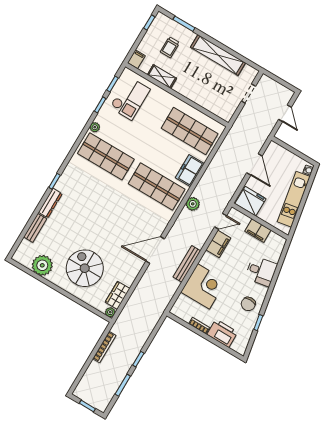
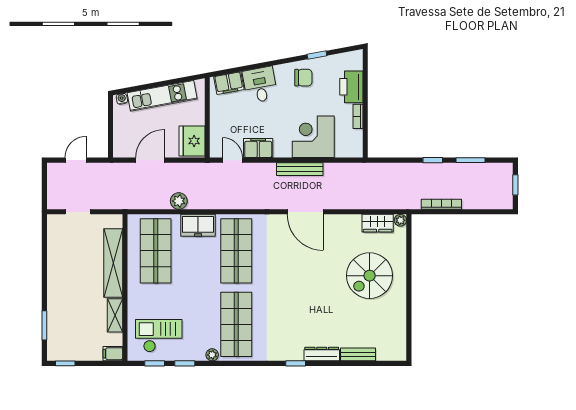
trolley: (170, 47) -> (79, 325), removed
shelving: (218, 55) -> (113, 263), moved
plant: (193, 204) -> (179, 201), moved
filing cabinet: (258, 231) -> (229, 83), moved, turned 80
plant: (42, 265) -> (394, 323), removed

